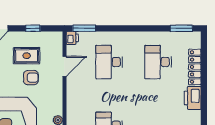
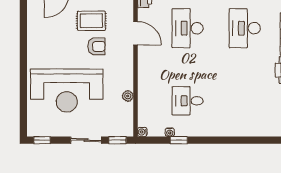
door: (64, 66) -> (136, 33), hinge flipped

